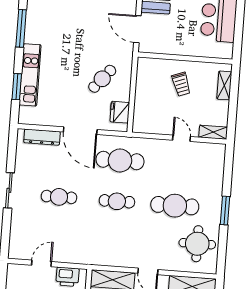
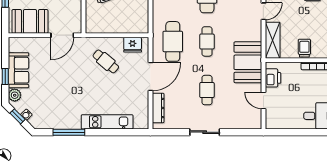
window: (17, 87) -> (118, 132), removed
booth: (88, 248) -> (248, 62), added

